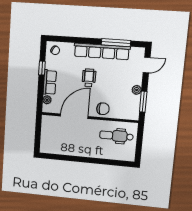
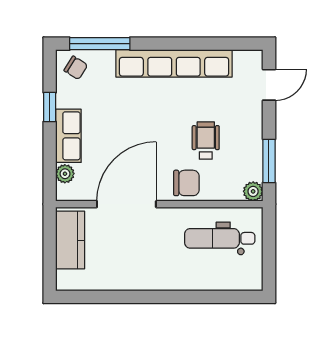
window: (116, 43) -> (100, 44), moved
wheelchair: (89, 78) -> (206, 141), moved
plant: (137, 90) -> (253, 191), moved
kitchen counter: (47, 130) -> (70, 240), added

